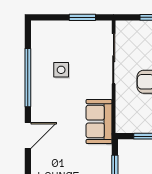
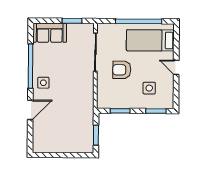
side table: (61, 70) -> (43, 83), moved
sofa: (99, 122) -> (50, 33), moved, turned -90

